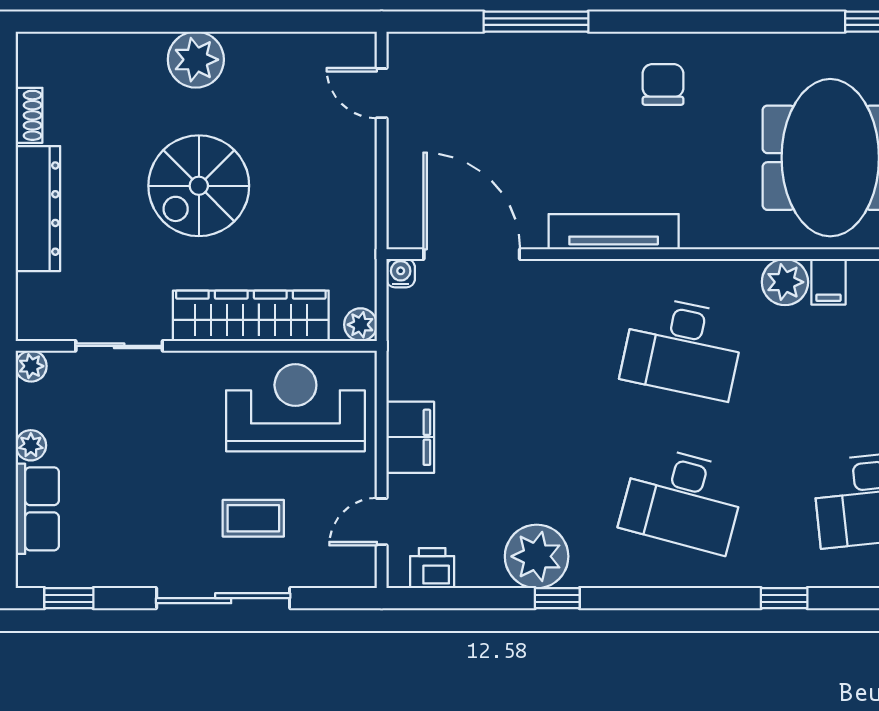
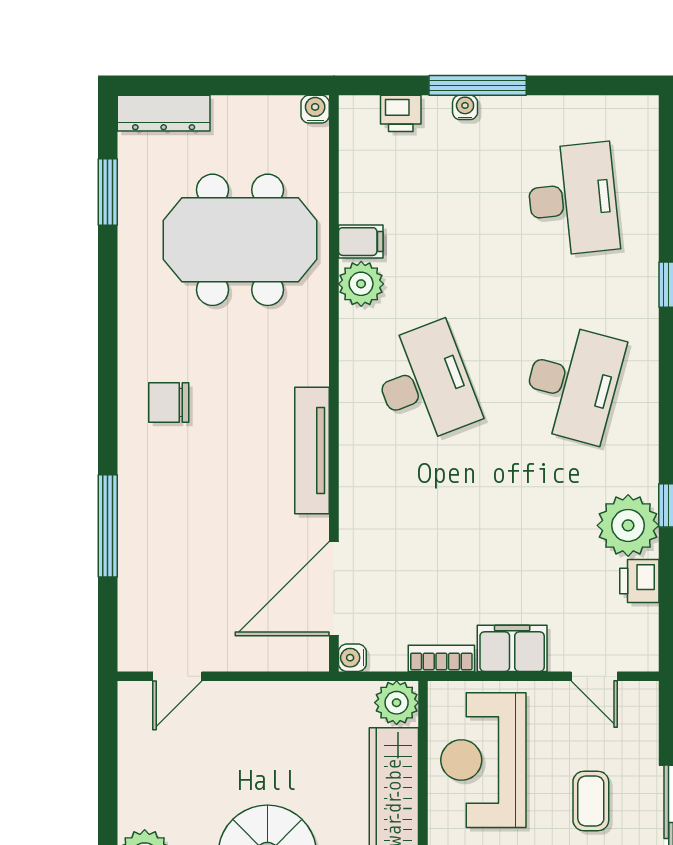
plant: (361, 325) -> (397, 703), width x1.38, depth x1.38
desk: (683, 348) -> (425, 383), turned -33
bookcase: (400, 365) -> (441, 658), added
printer: (432, 568) -> (639, 581), moved

